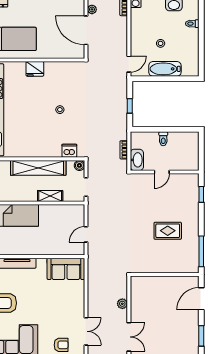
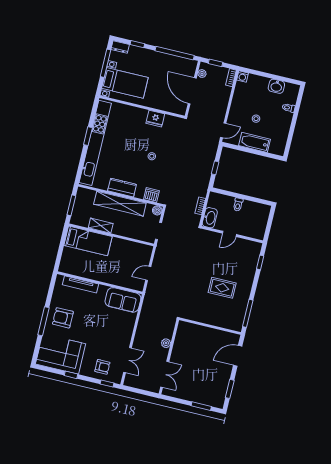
fridge: (35, 69) -> (155, 119), moved
kitchen counter: (36, 150) -> (122, 188), added
shelving: (50, 196) -> (101, 226), moved

